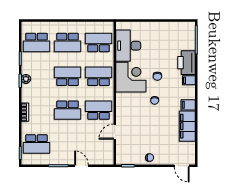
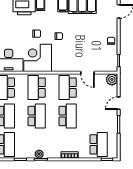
school desk: (68, 76) -> (37, 116), turned 180
plant: (107, 158) -> (112, 79), added

